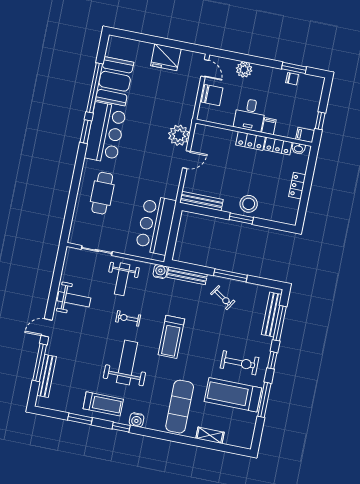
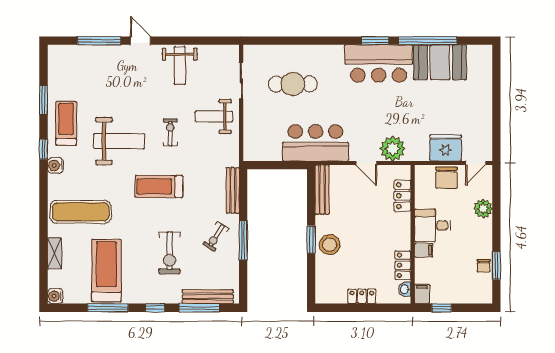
fridge: (166, 57) -> (446, 148), moved, turned 90
locker: (250, 141) -> (402, 196), moved
cafe table: (102, 193) -> (293, 84), moved
bar counter: (156, 225) -> (316, 143), moved
water cooler: (160, 272) -> (55, 296), moved, turned 180
exercise bike: (240, 363) -> (170, 253), moved
bench: (46, 376) -> (85, 52), removed
treadmill: (103, 404) -> (66, 123), turned 180

